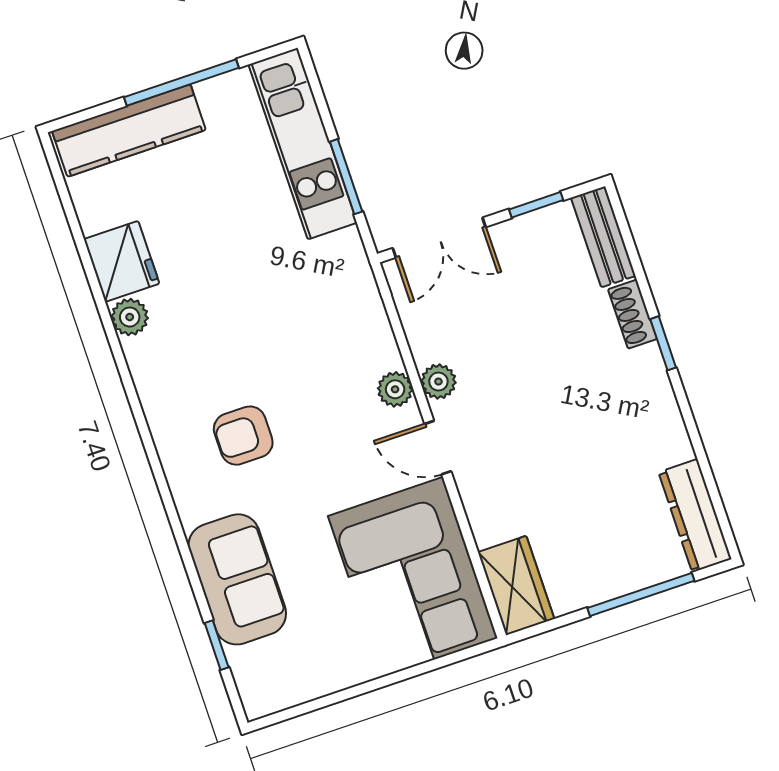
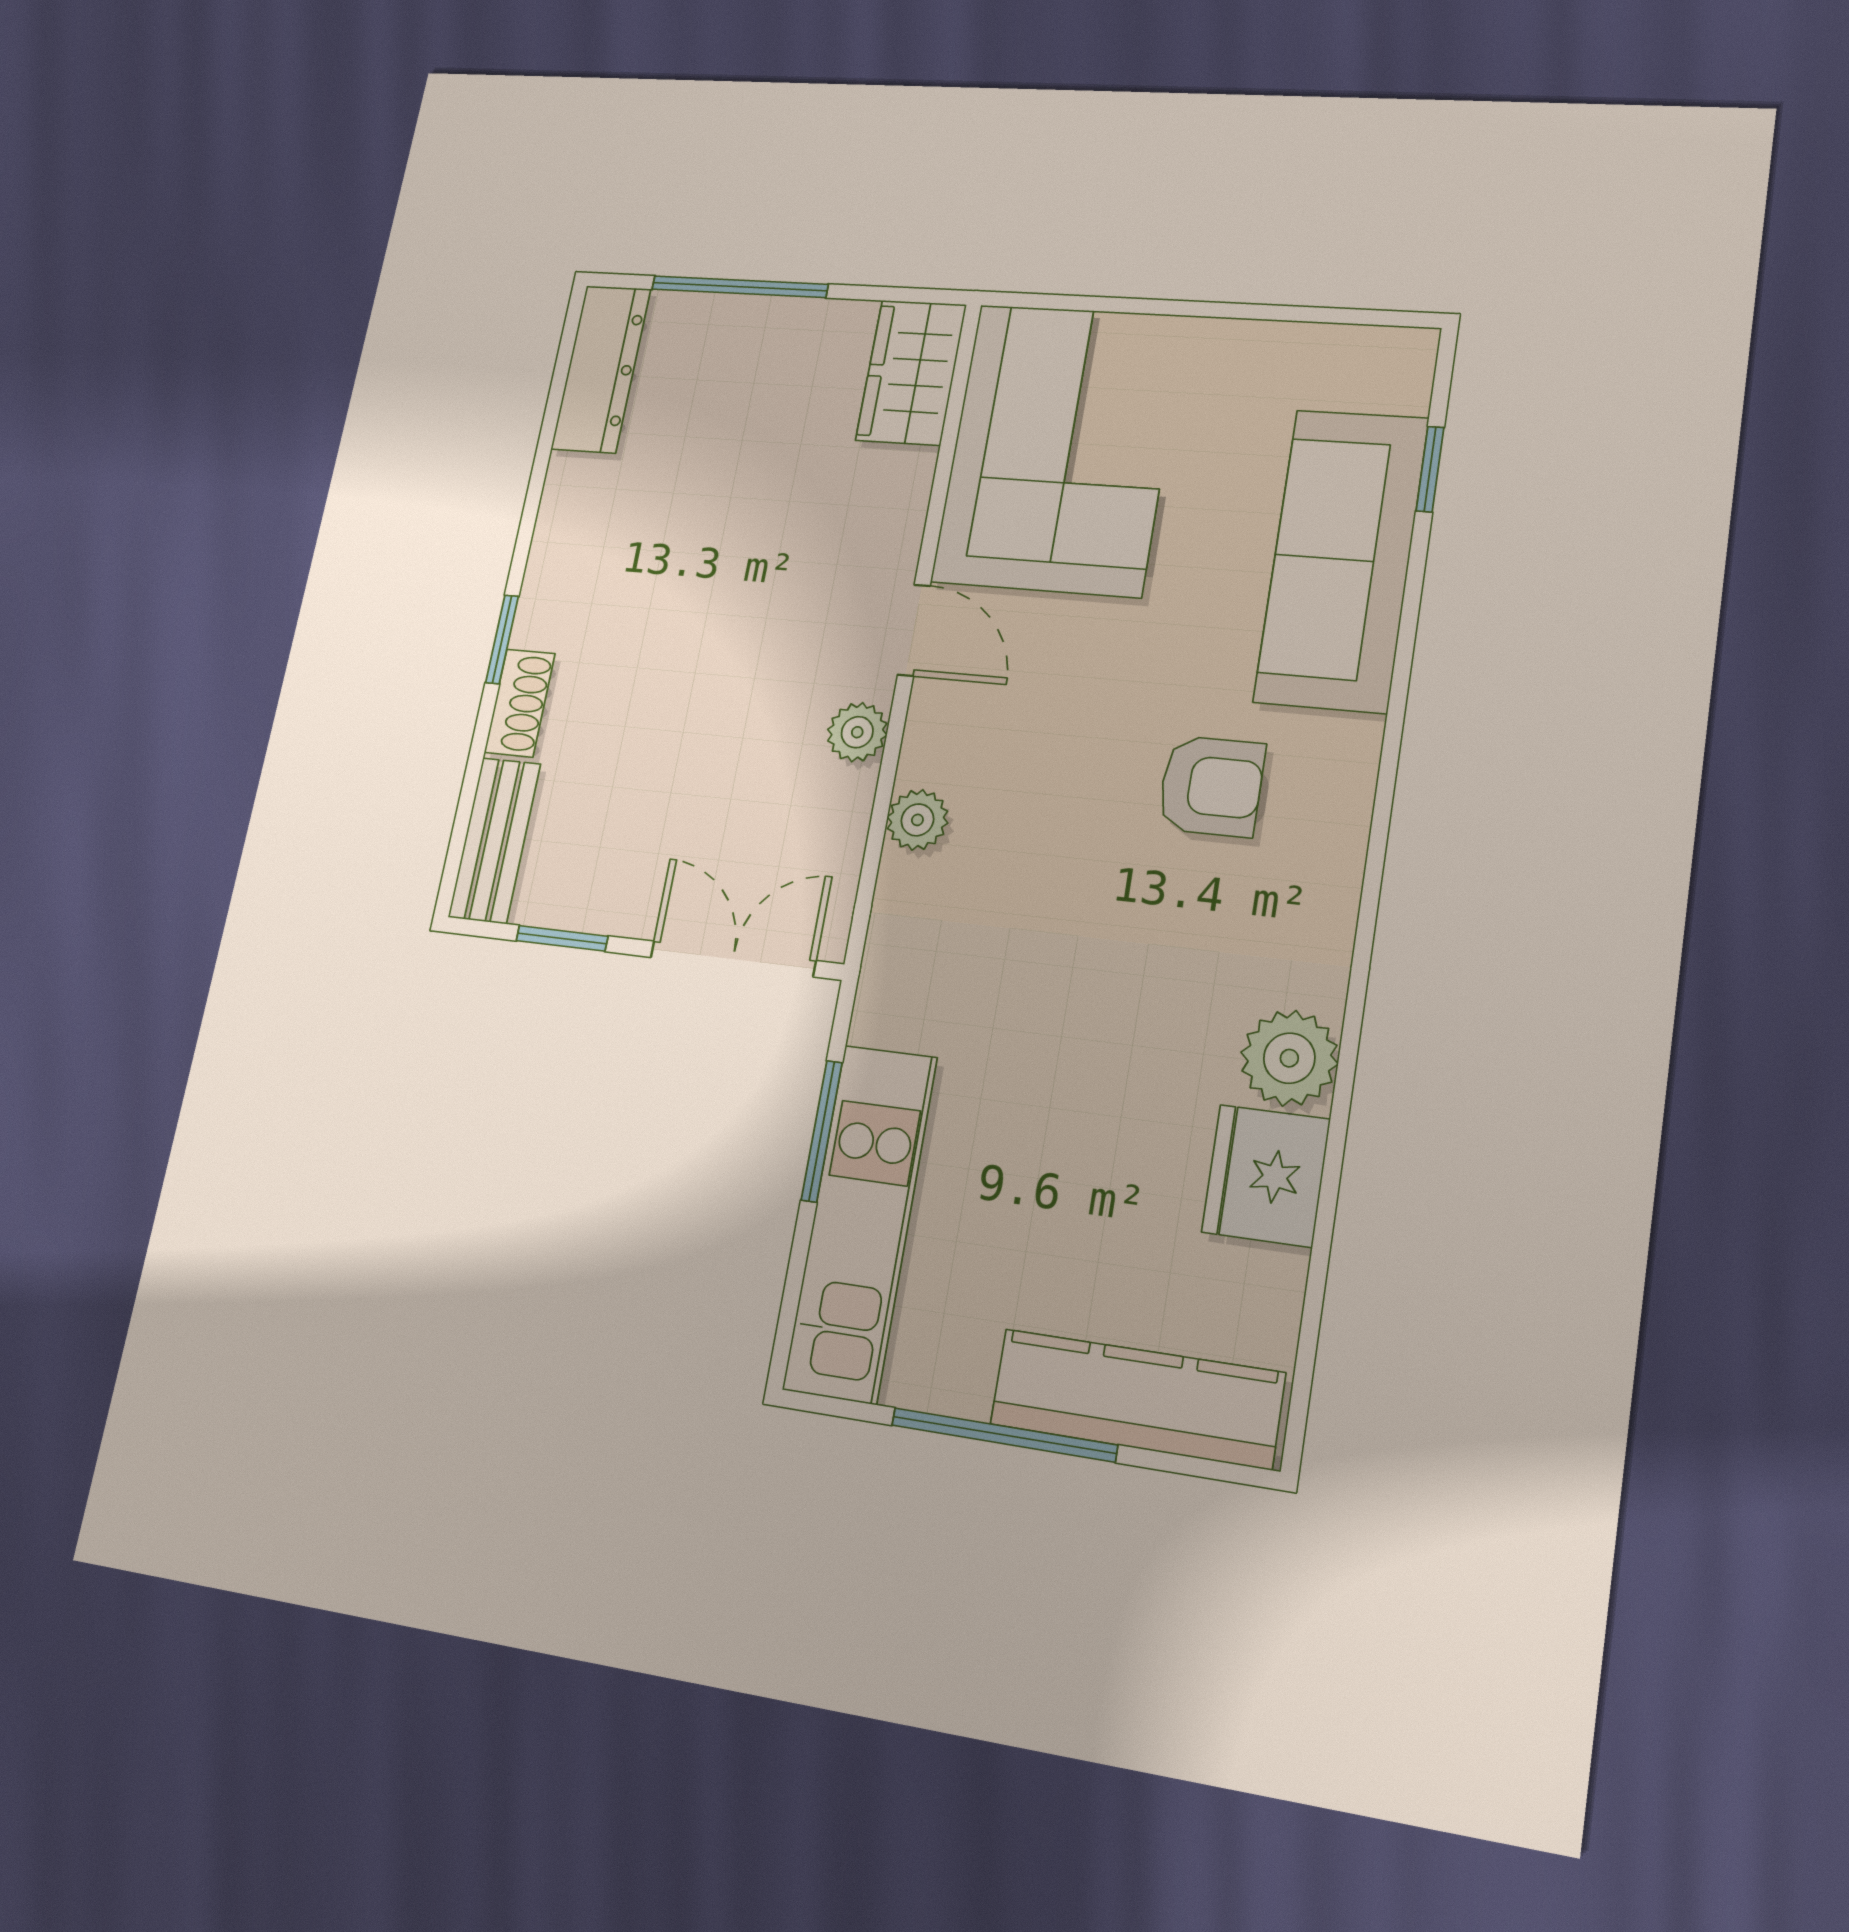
plant: (130, 317) -> (1289, 1058), width x1.38, depth x1.38
plant: (395, 389) -> (917, 820), moved
sofa: (237, 579) -> (1341, 559), width x1.36

